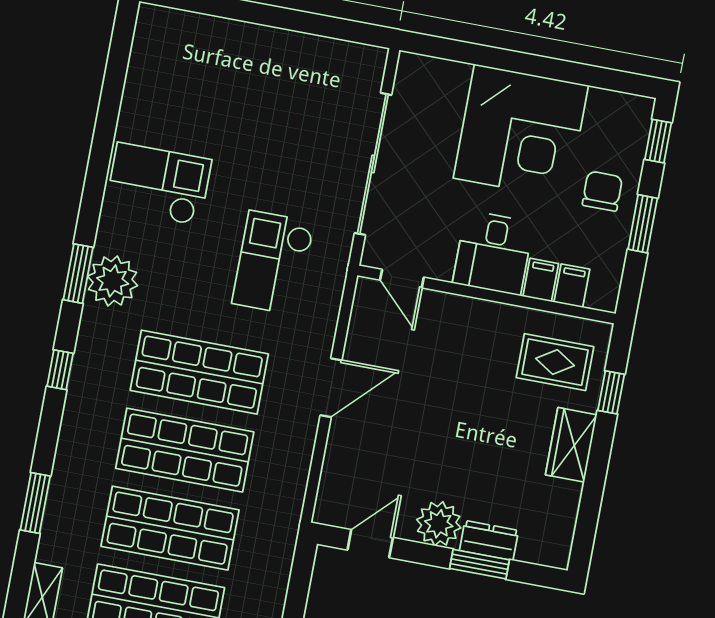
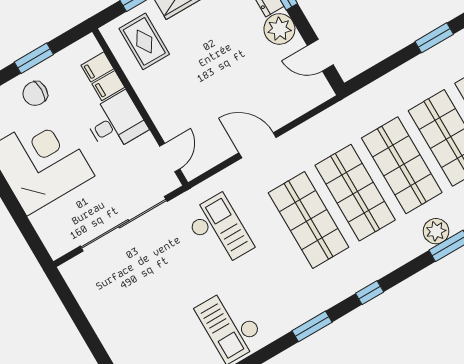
checkout: (273, 263) -> (219, 231), turned -90
plant: (113, 281) -> (436, 231), moved, width x0.73, depth x0.73

